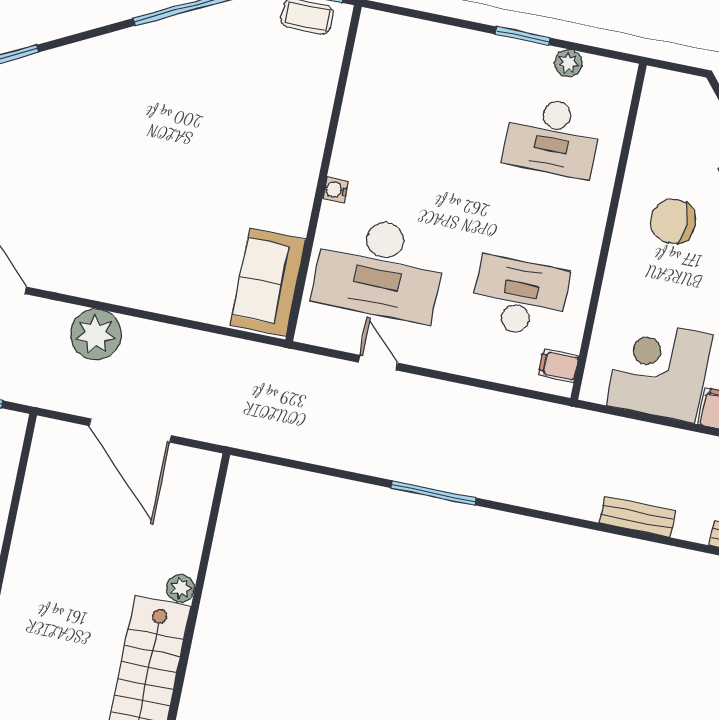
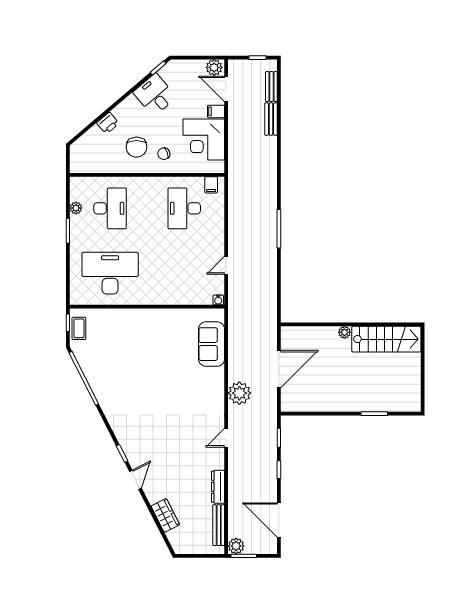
water cooler: (336, 190) -> (218, 300), moved
desk: (380, 268) -> (110, 273), moved, turned -90
chair: (647, 277) -> (164, 154), added
sofa: (268, 282) -> (212, 344), moved, turned 90
bench: (637, 517) -> (271, 119), moved

